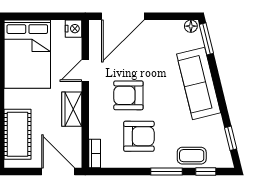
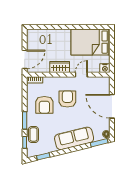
door: (123, 16) -> (112, 106), moved
door: (85, 71) -> (81, 75), hinge flipped
cot: (17, 134) -> (46, 37), removed

